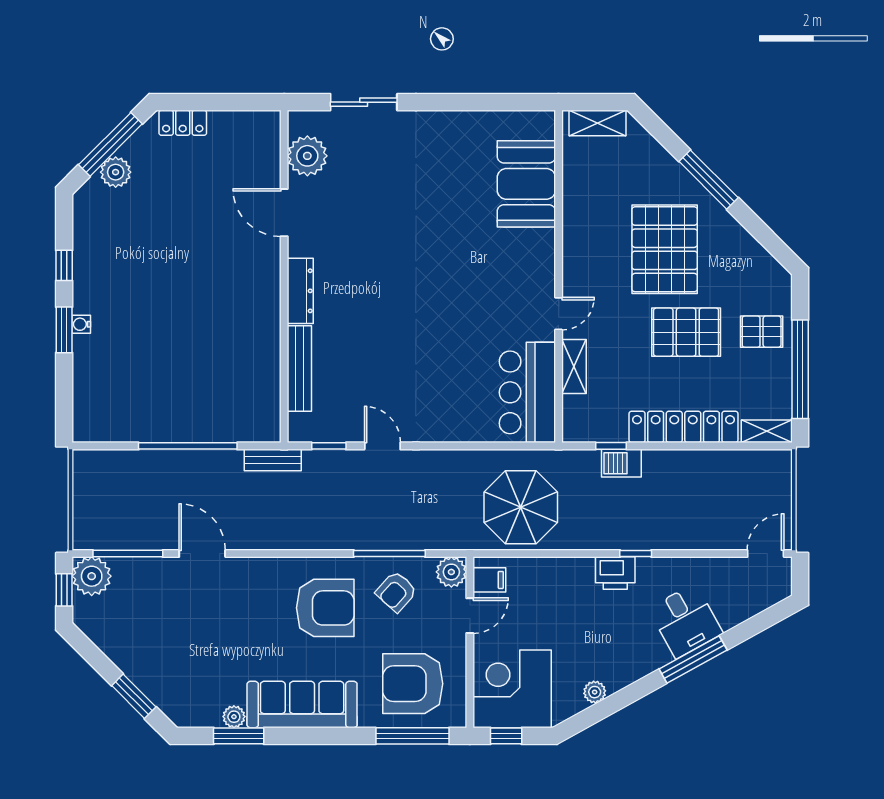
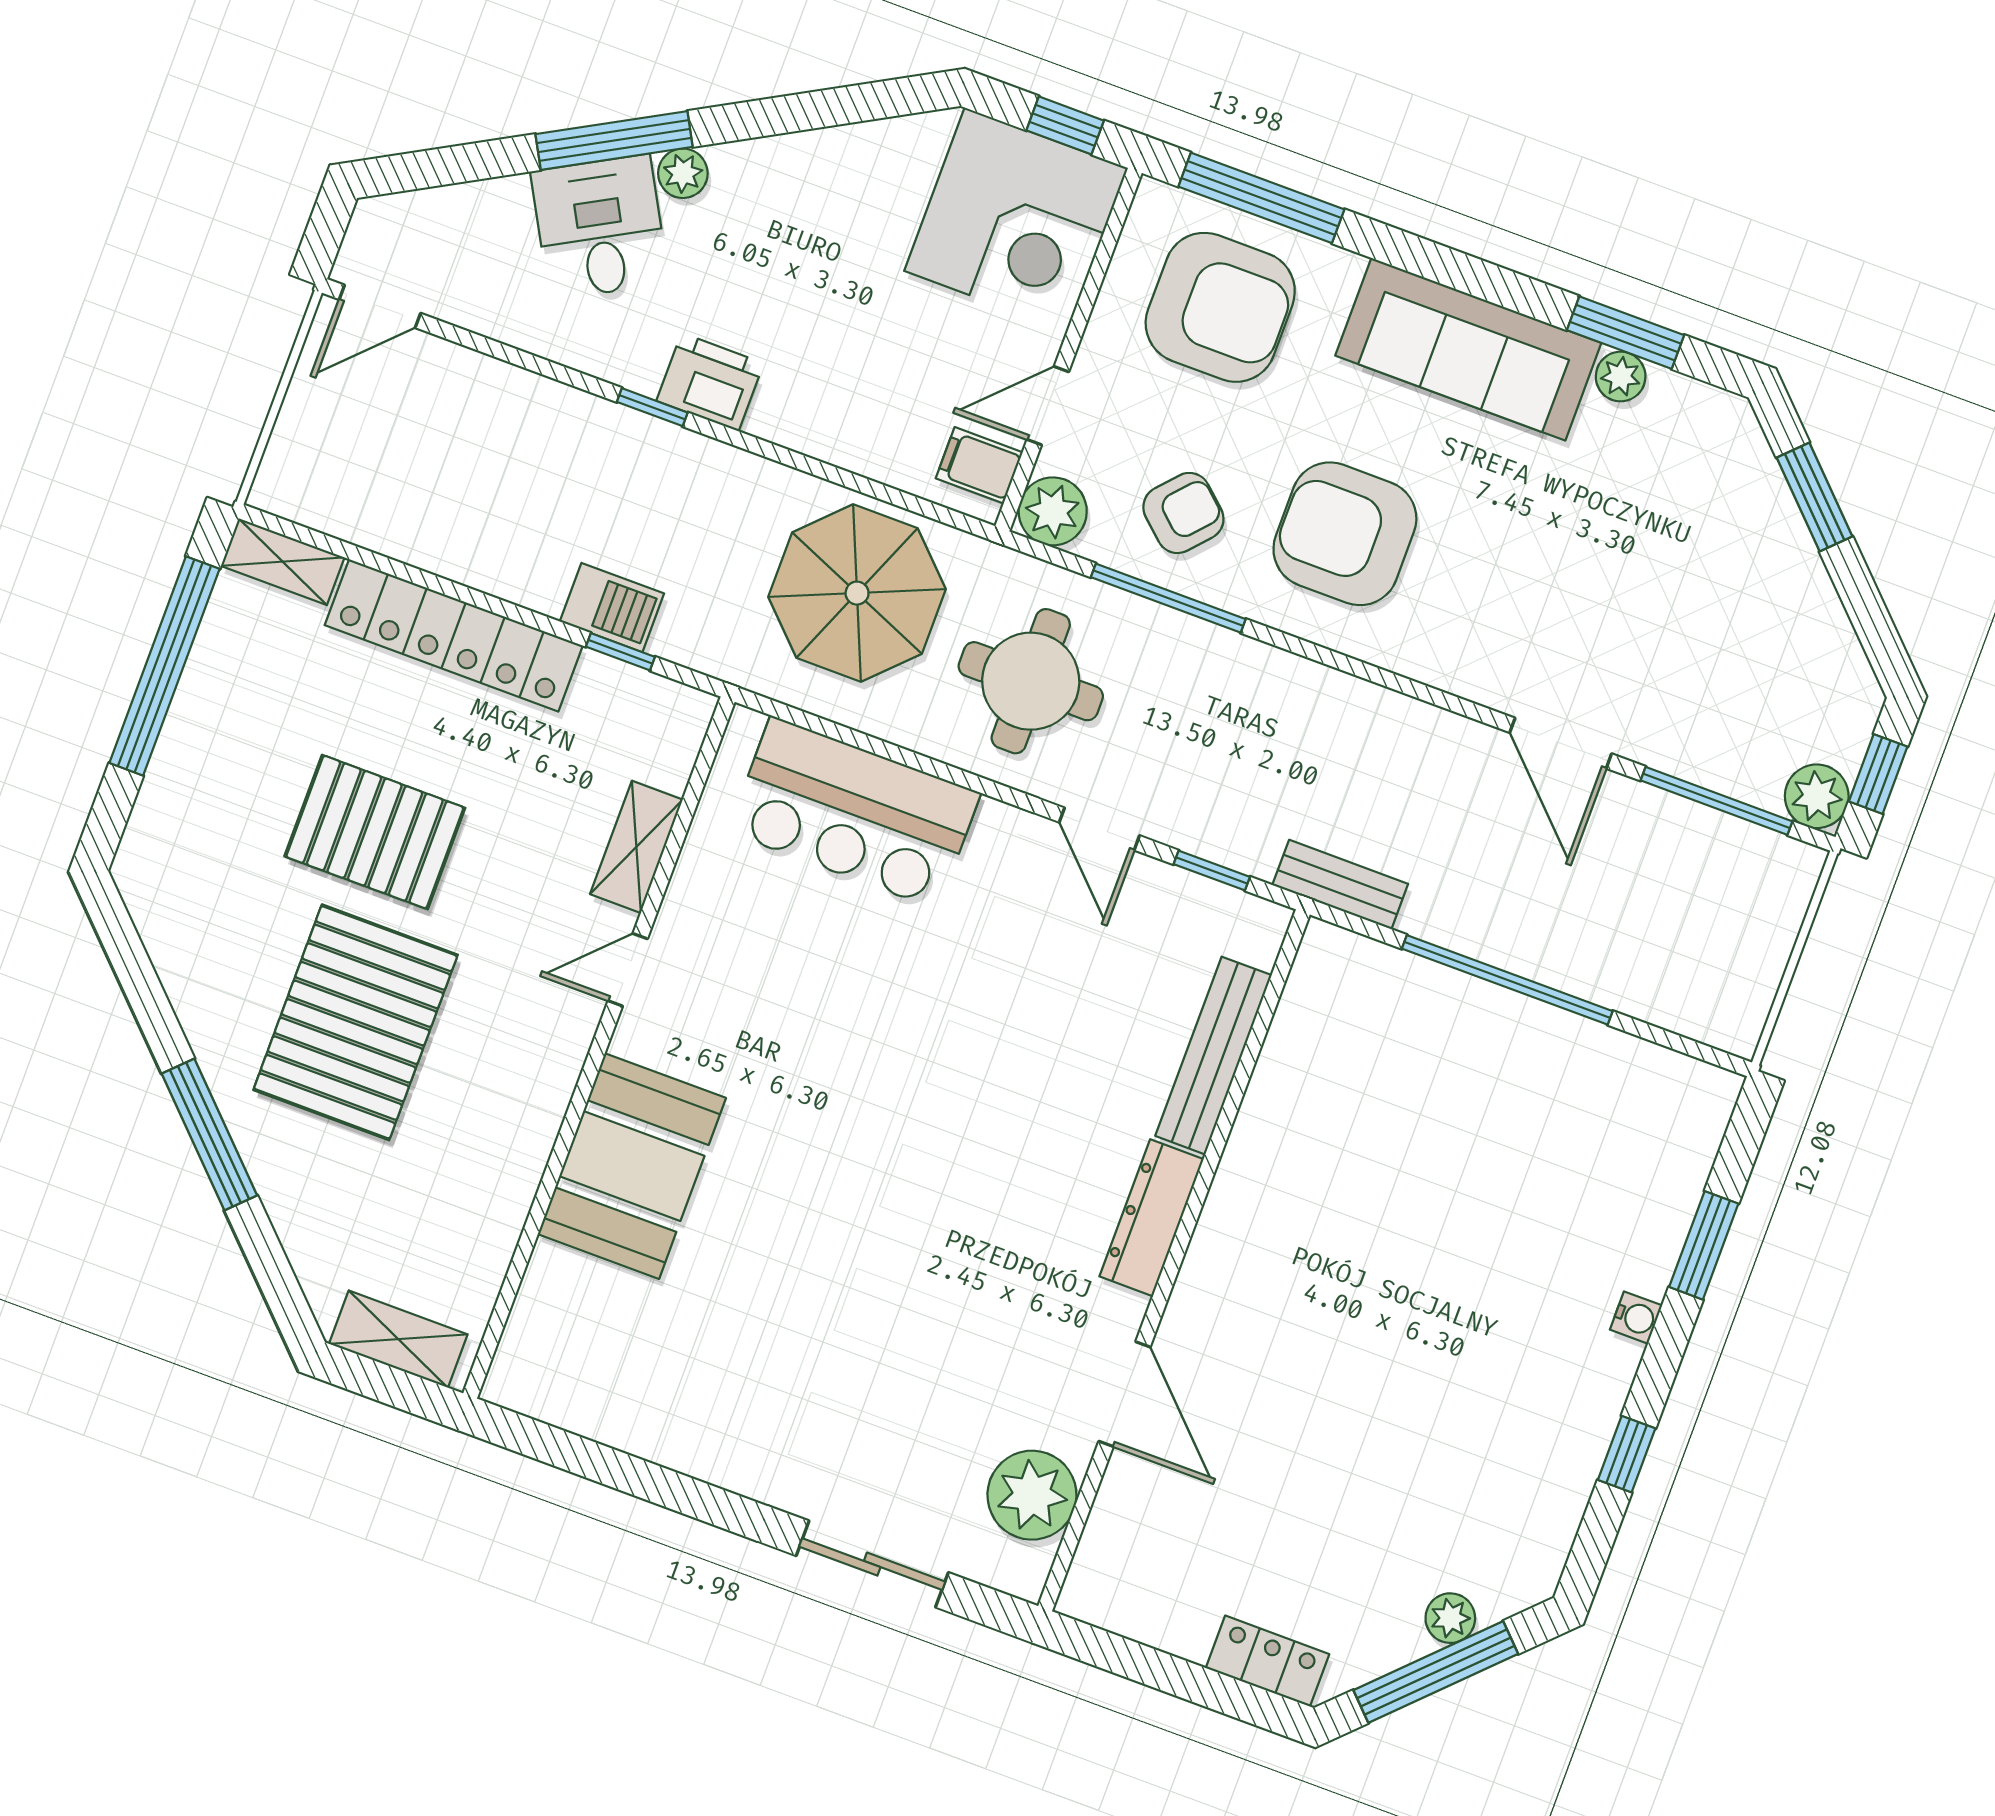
plant: (116, 172) -> (1450, 1618), width x0.73, depth x0.73
booth: (526, 184) -> (632, 1166), moved
window: (64, 330) -> (1704, 1245), moved
pallet: (762, 332) -> (216, 775), removed
bar counter: (527, 392) -> (854, 813), moved, turned 90
round table: (434, 497) -> (1031, 681), added
plant: (92, 576) -> (1817, 796), width x0.73, depth x0.73
plant: (595, 692) -> (683, 173), moved

